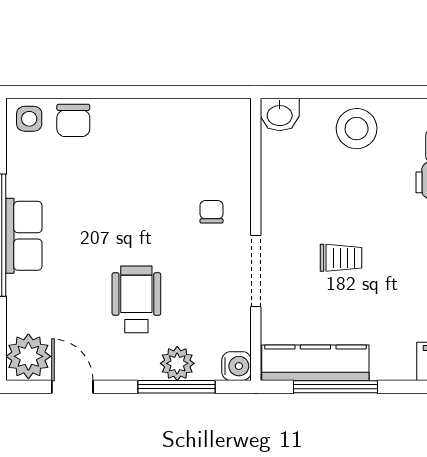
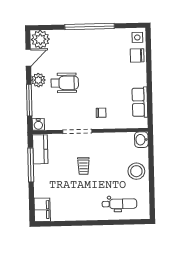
row of seats: (24, 236) -> (140, 102), moved, turned 90
plant: (177, 363) -> (38, 80), moved
kitchen counter: (315, 363) -> (40, 149), width x0.67

